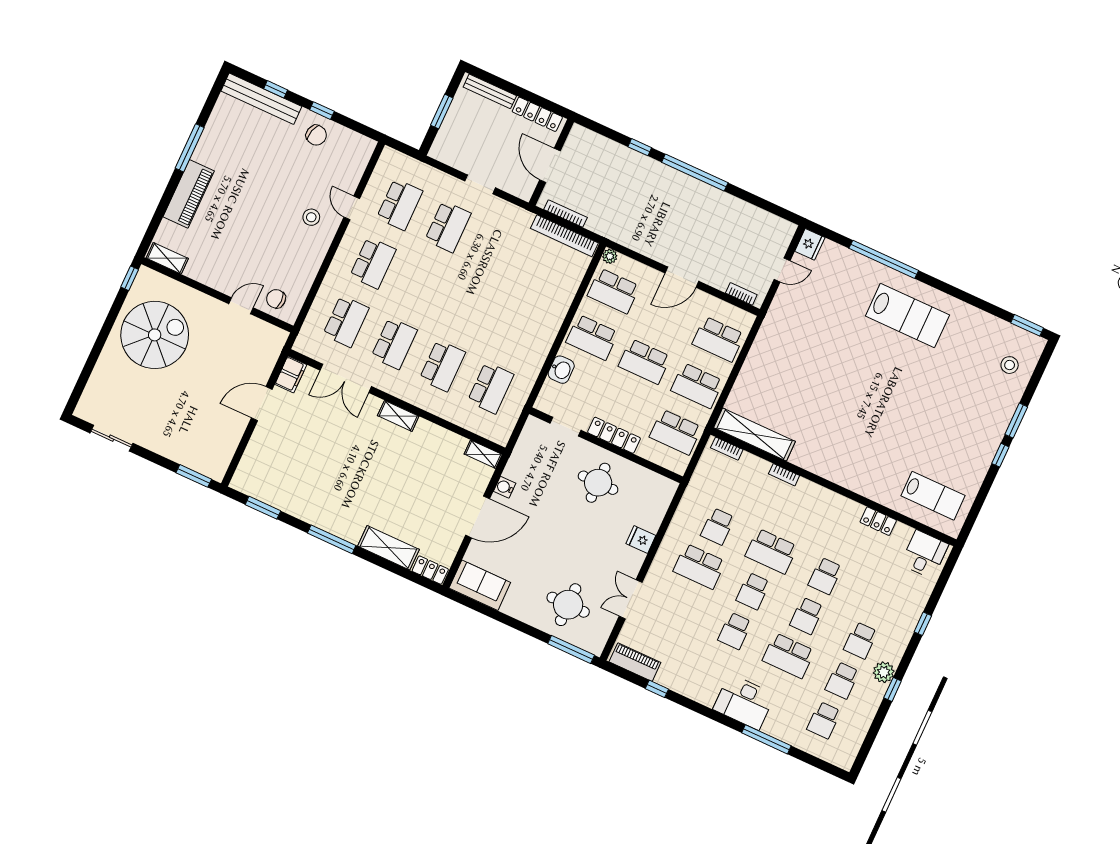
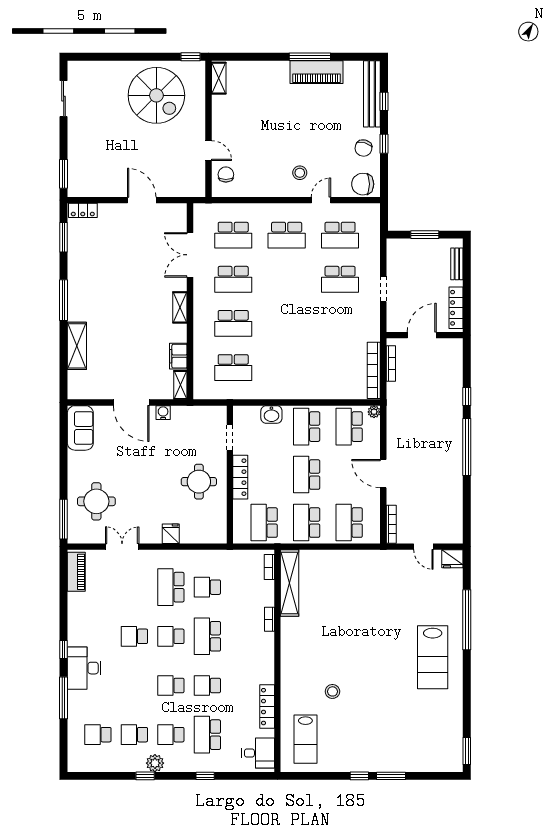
bench: (490, 91) -> (457, 264), width x0.73
chair: (355, 154) -> (363, 184), added
piano: (189, 194) -> (316, 72), moved
bookcase: (741, 294) -> (391, 524), width x1.56
stool: (1010, 365) -> (332, 691), moved
filing cabinet: (291, 374) -> (178, 356), moved, turned 90
locker: (878, 521) -> (267, 707), width x1.53
locker: (430, 570) -> (83, 210), moved, turned 90
school desk: (788, 656) -> (207, 735), moved
window: (657, 689) -> (64, 649), moved

